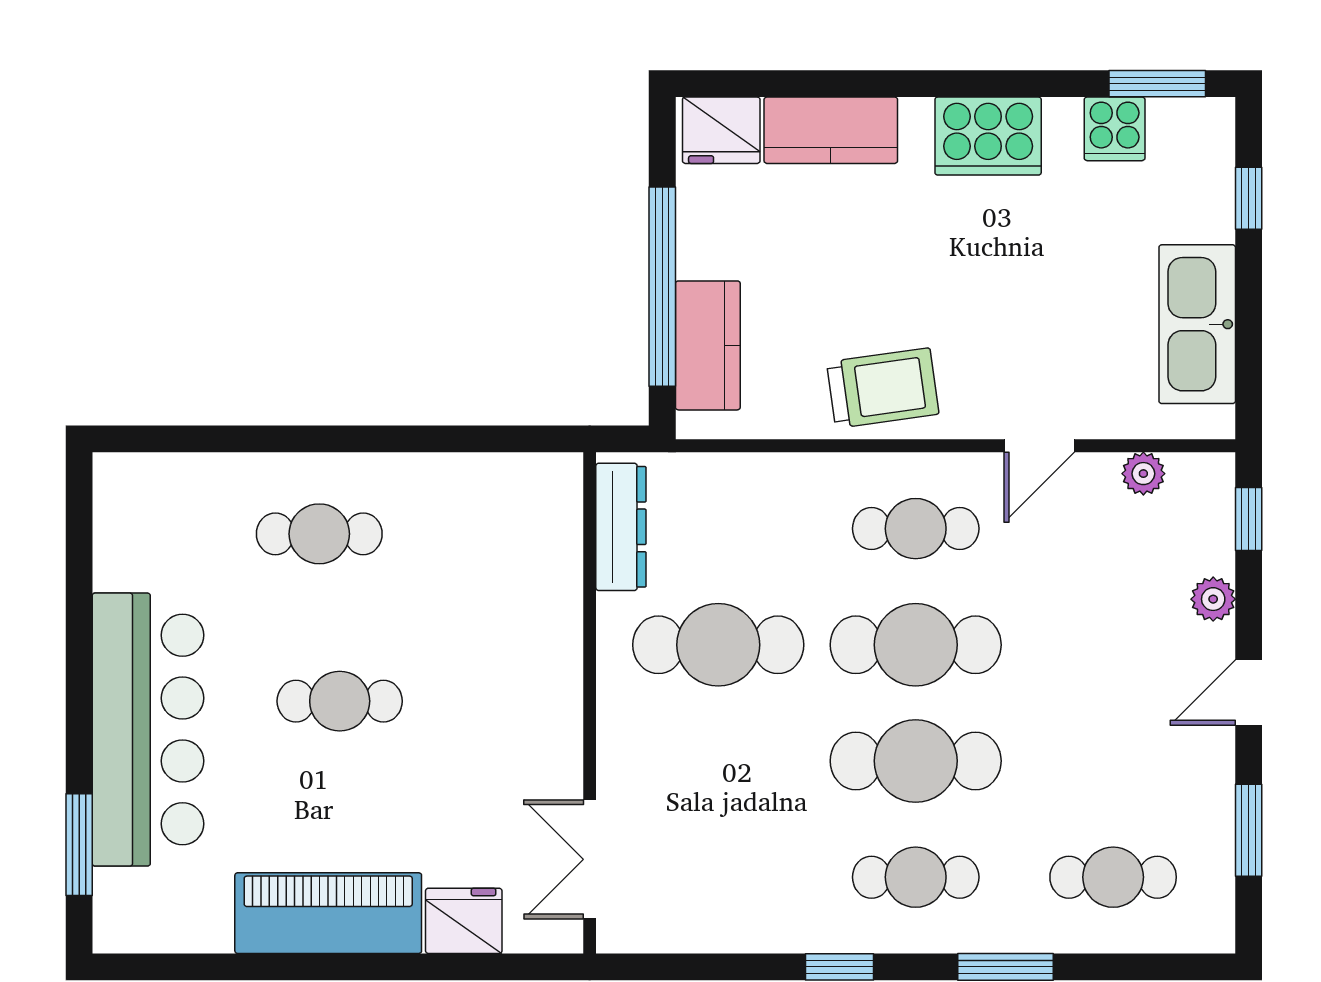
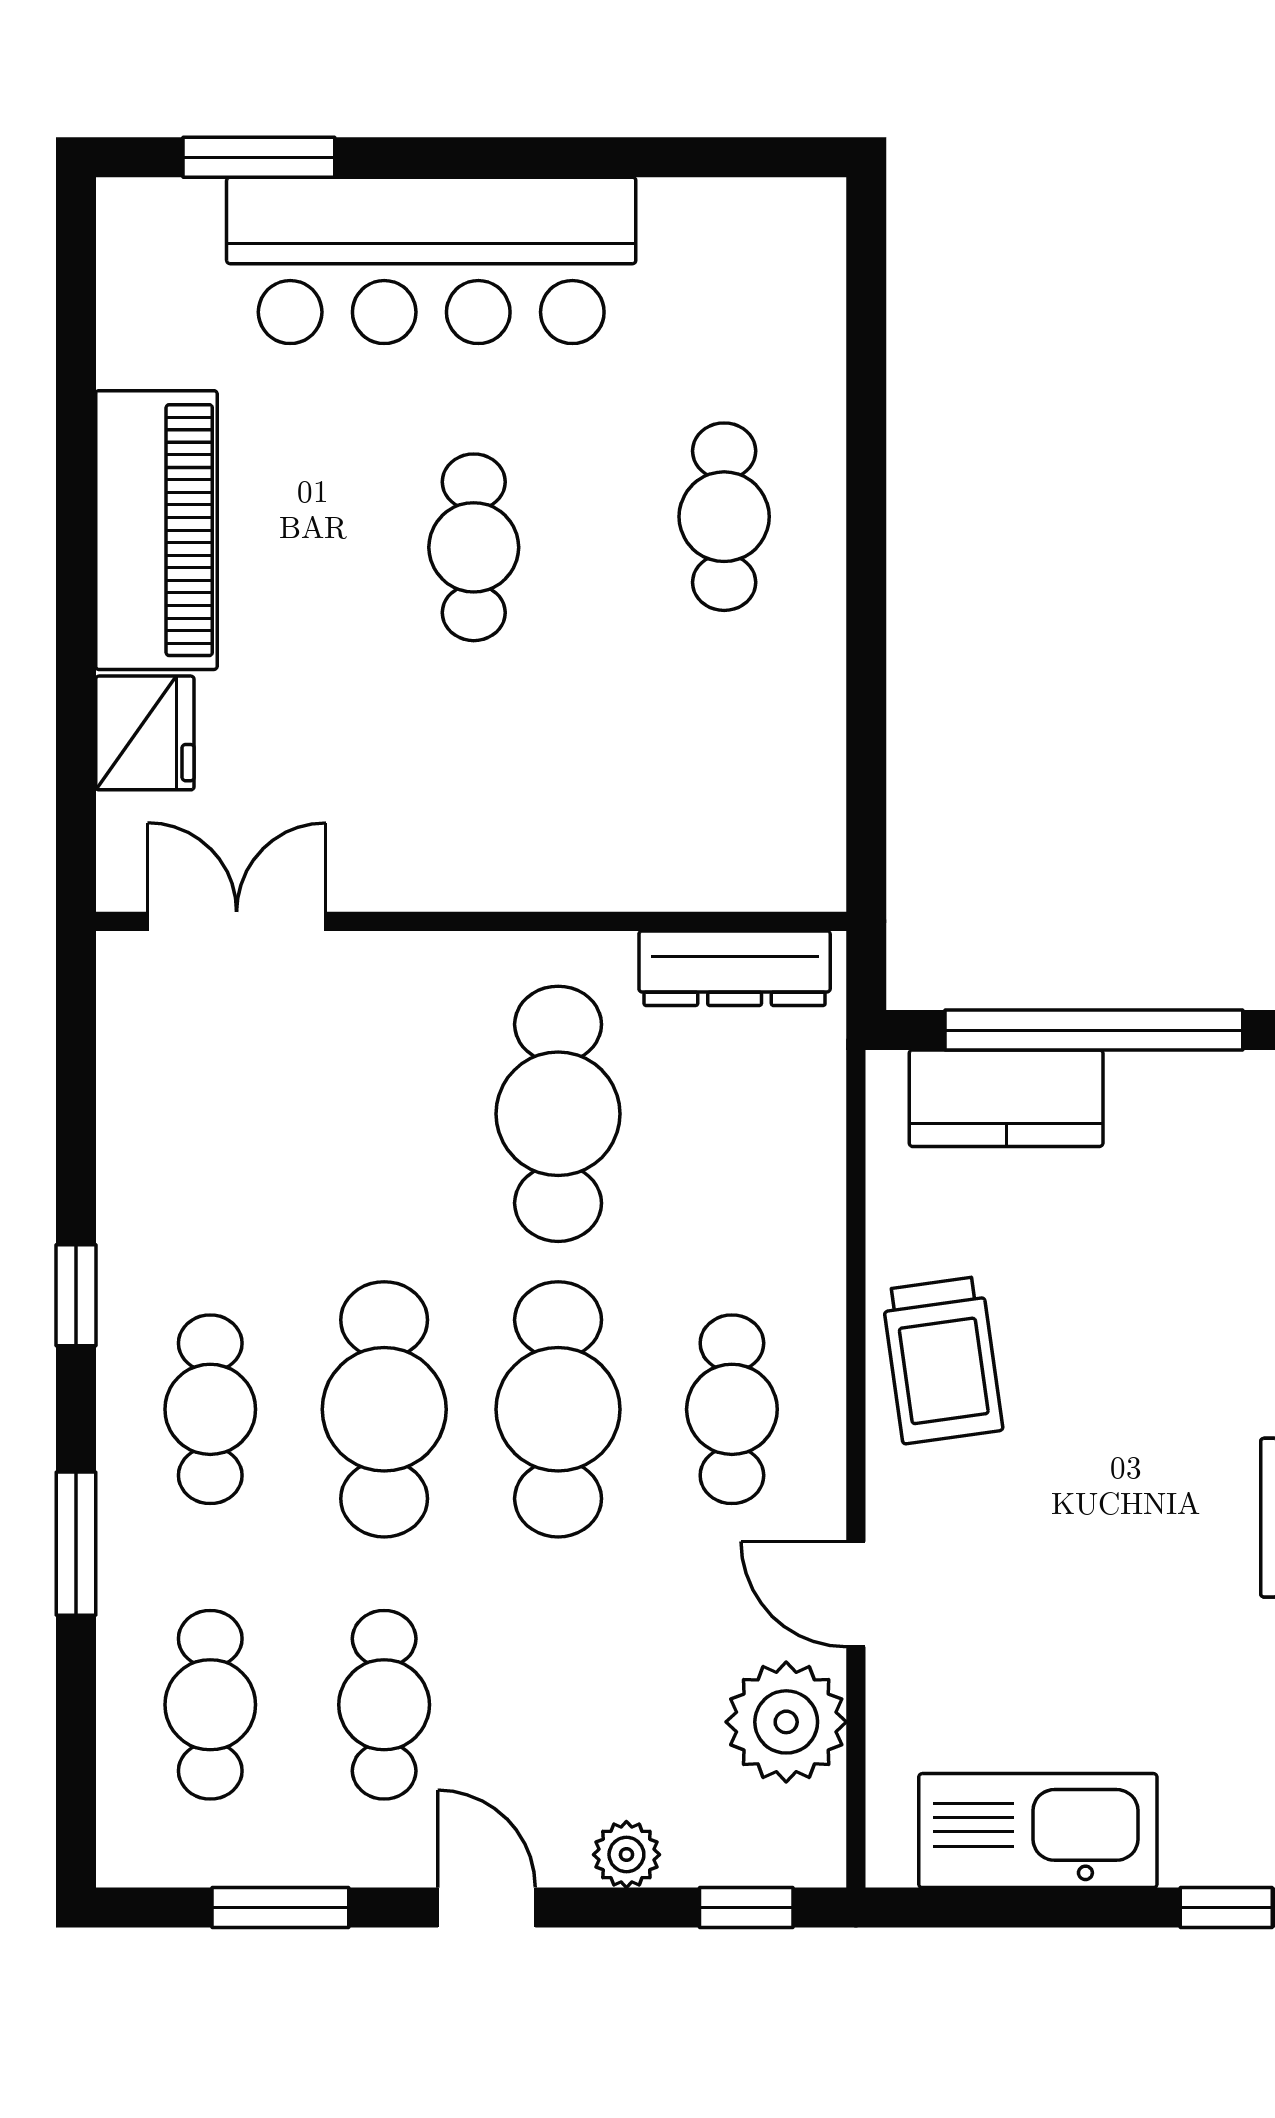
plant: (1143, 474) -> (786, 1722), width x1.87, depth x1.87
cafe table: (1113, 761) -> (384, 1705), added

